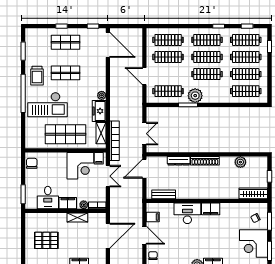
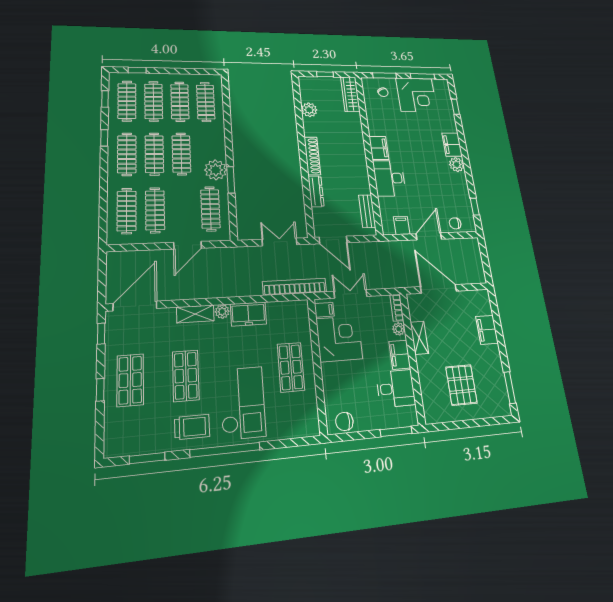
shelving: (101, 133) -> (195, 314), moved
shop shelf: (66, 134) -> (291, 367), width x0.70, depth x0.74

